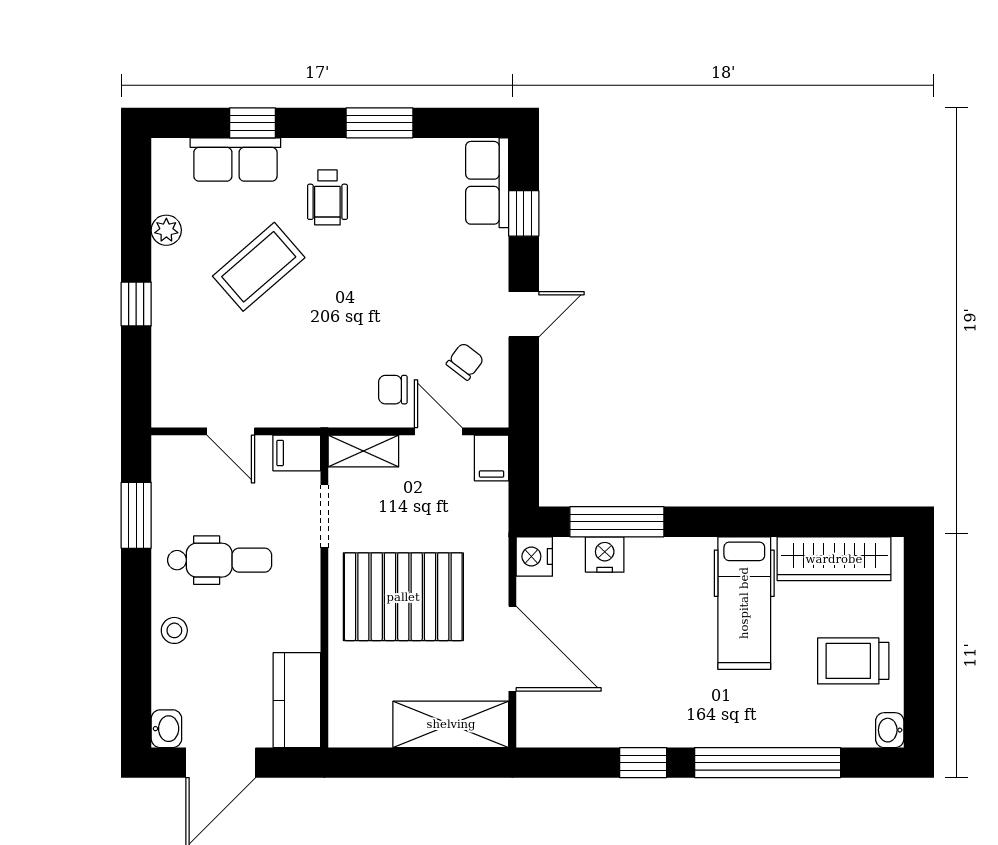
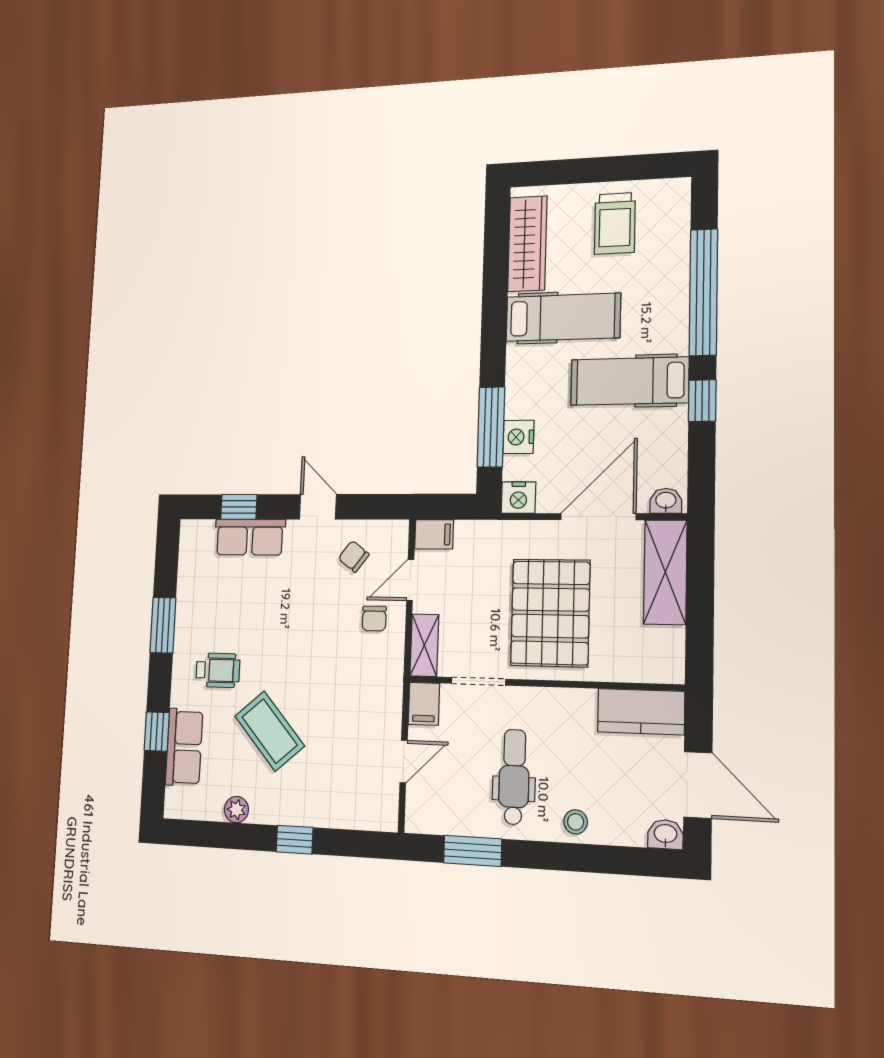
row of seats: (487, 183) -> (250, 537), moved
hospital bed: (667, 681) -> (629, 381), added
washbasin: (890, 730) -> (666, 501), moved, turned 180

